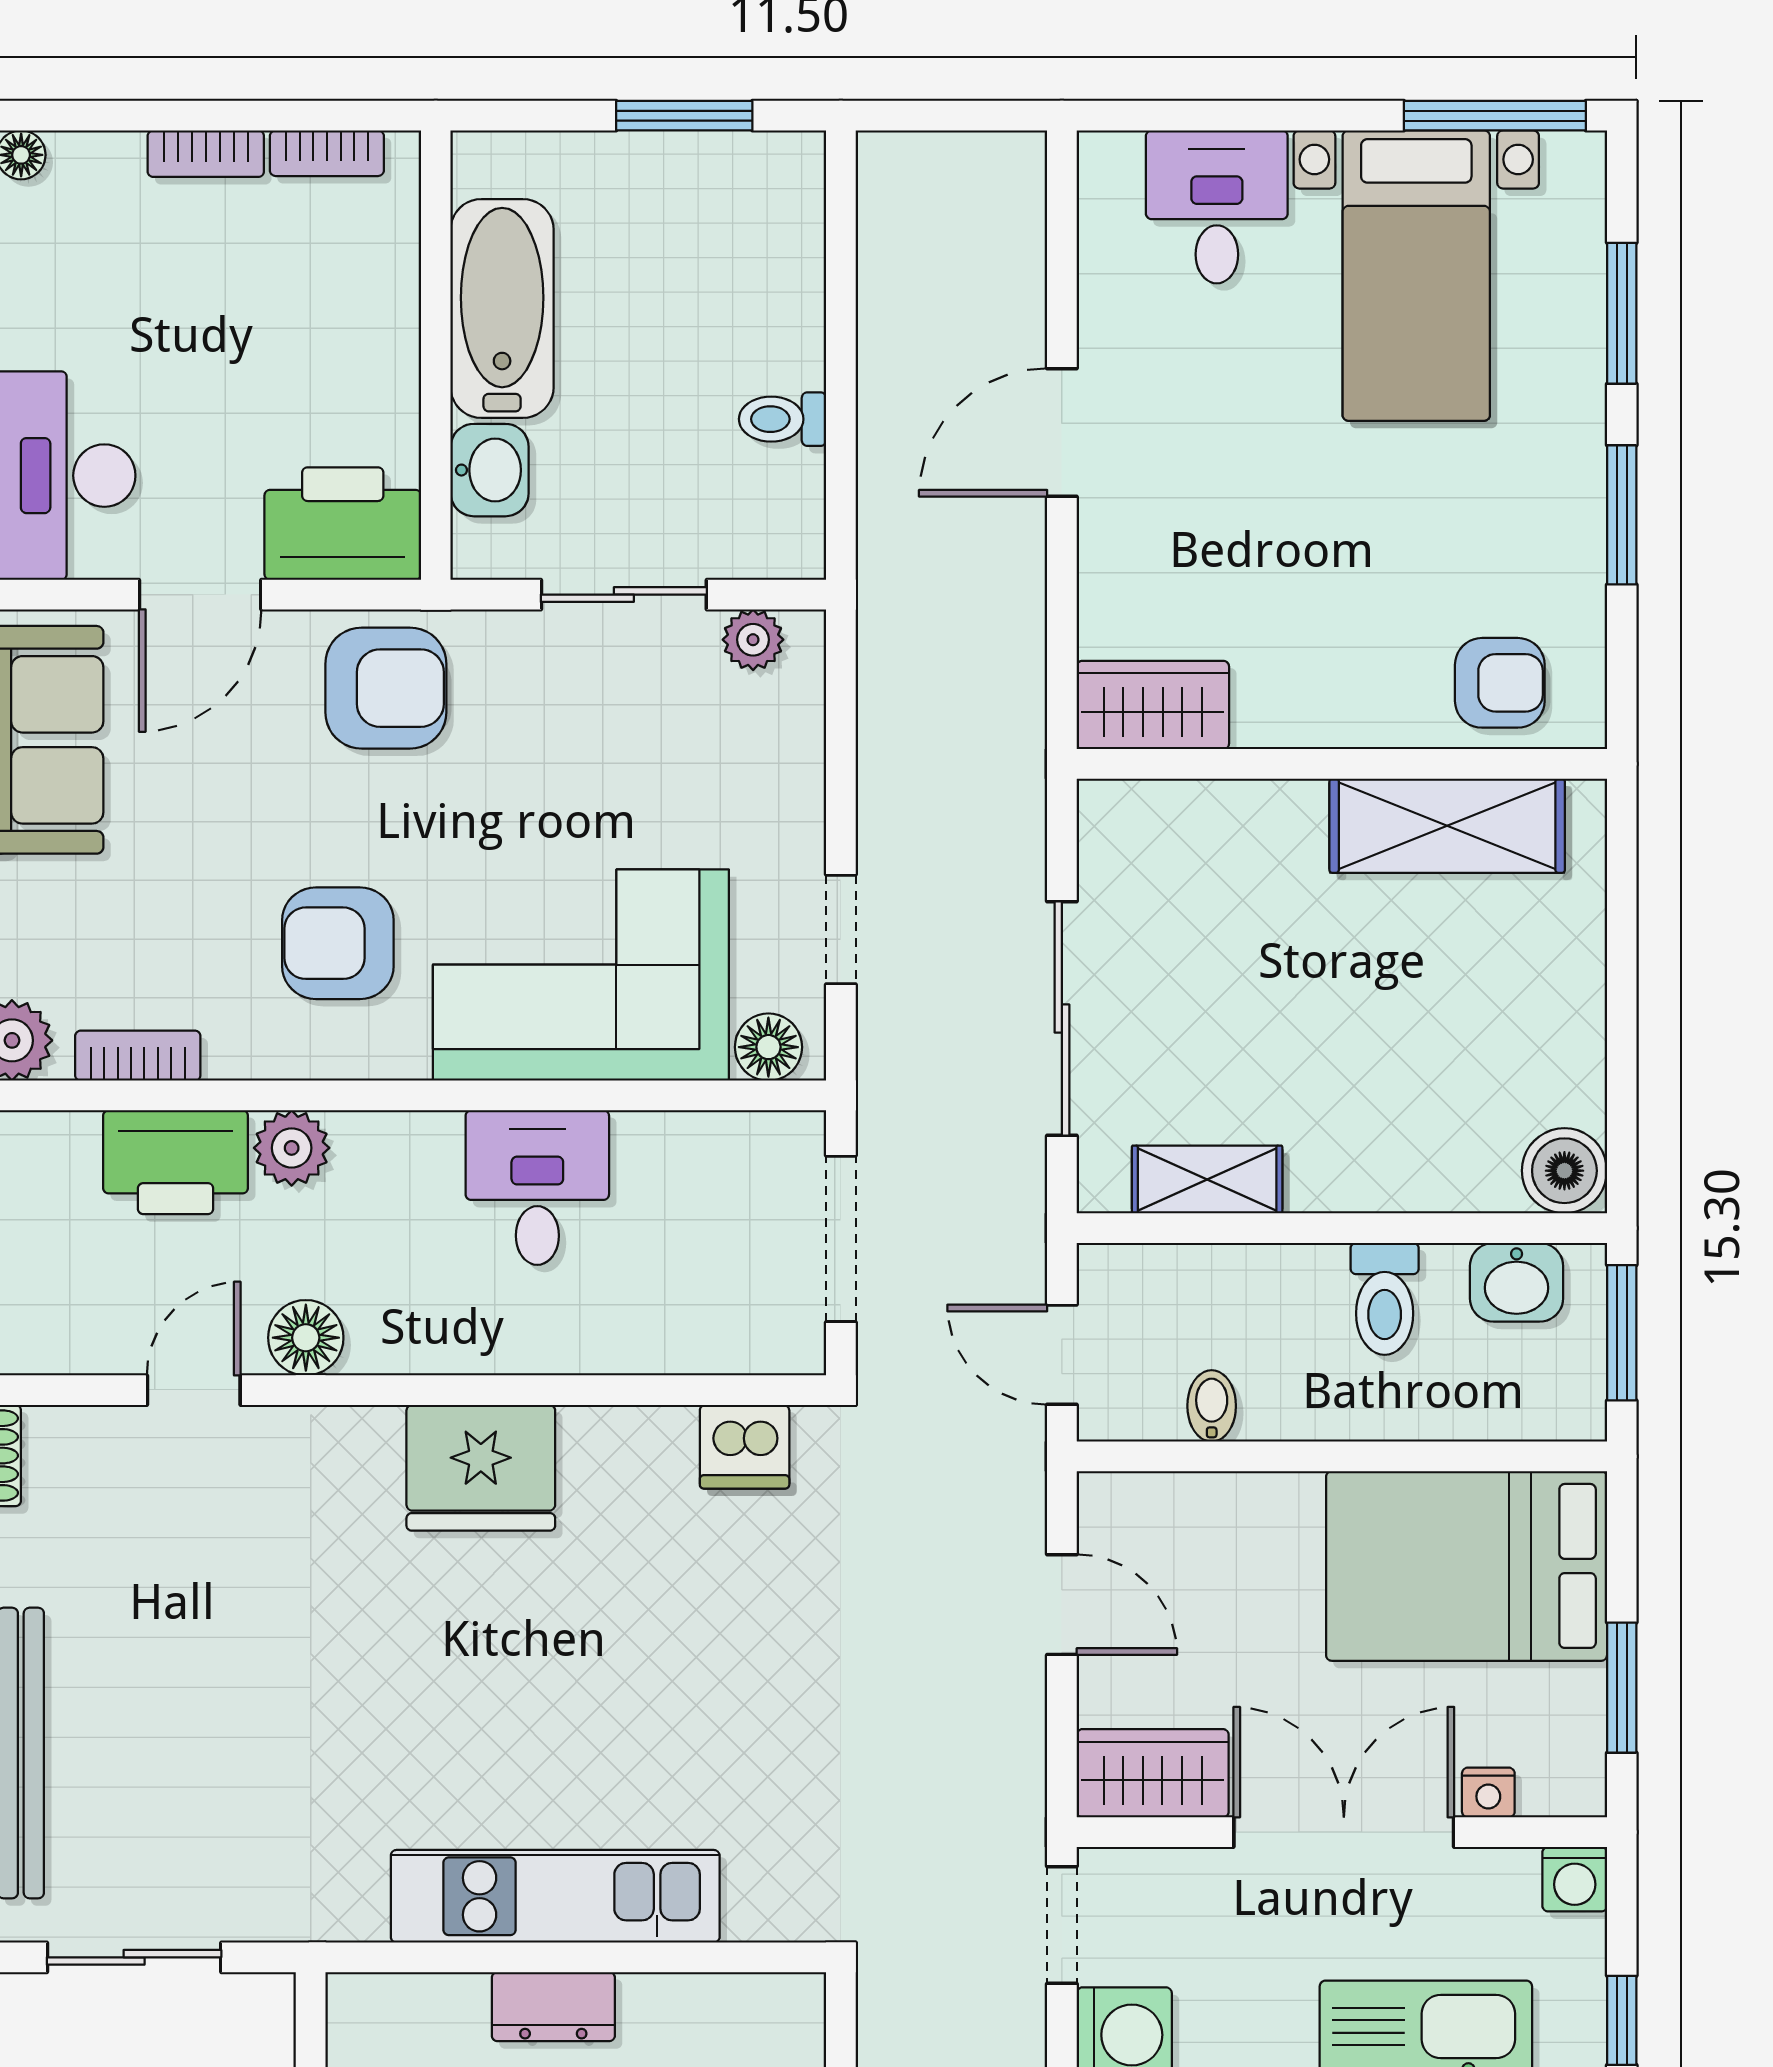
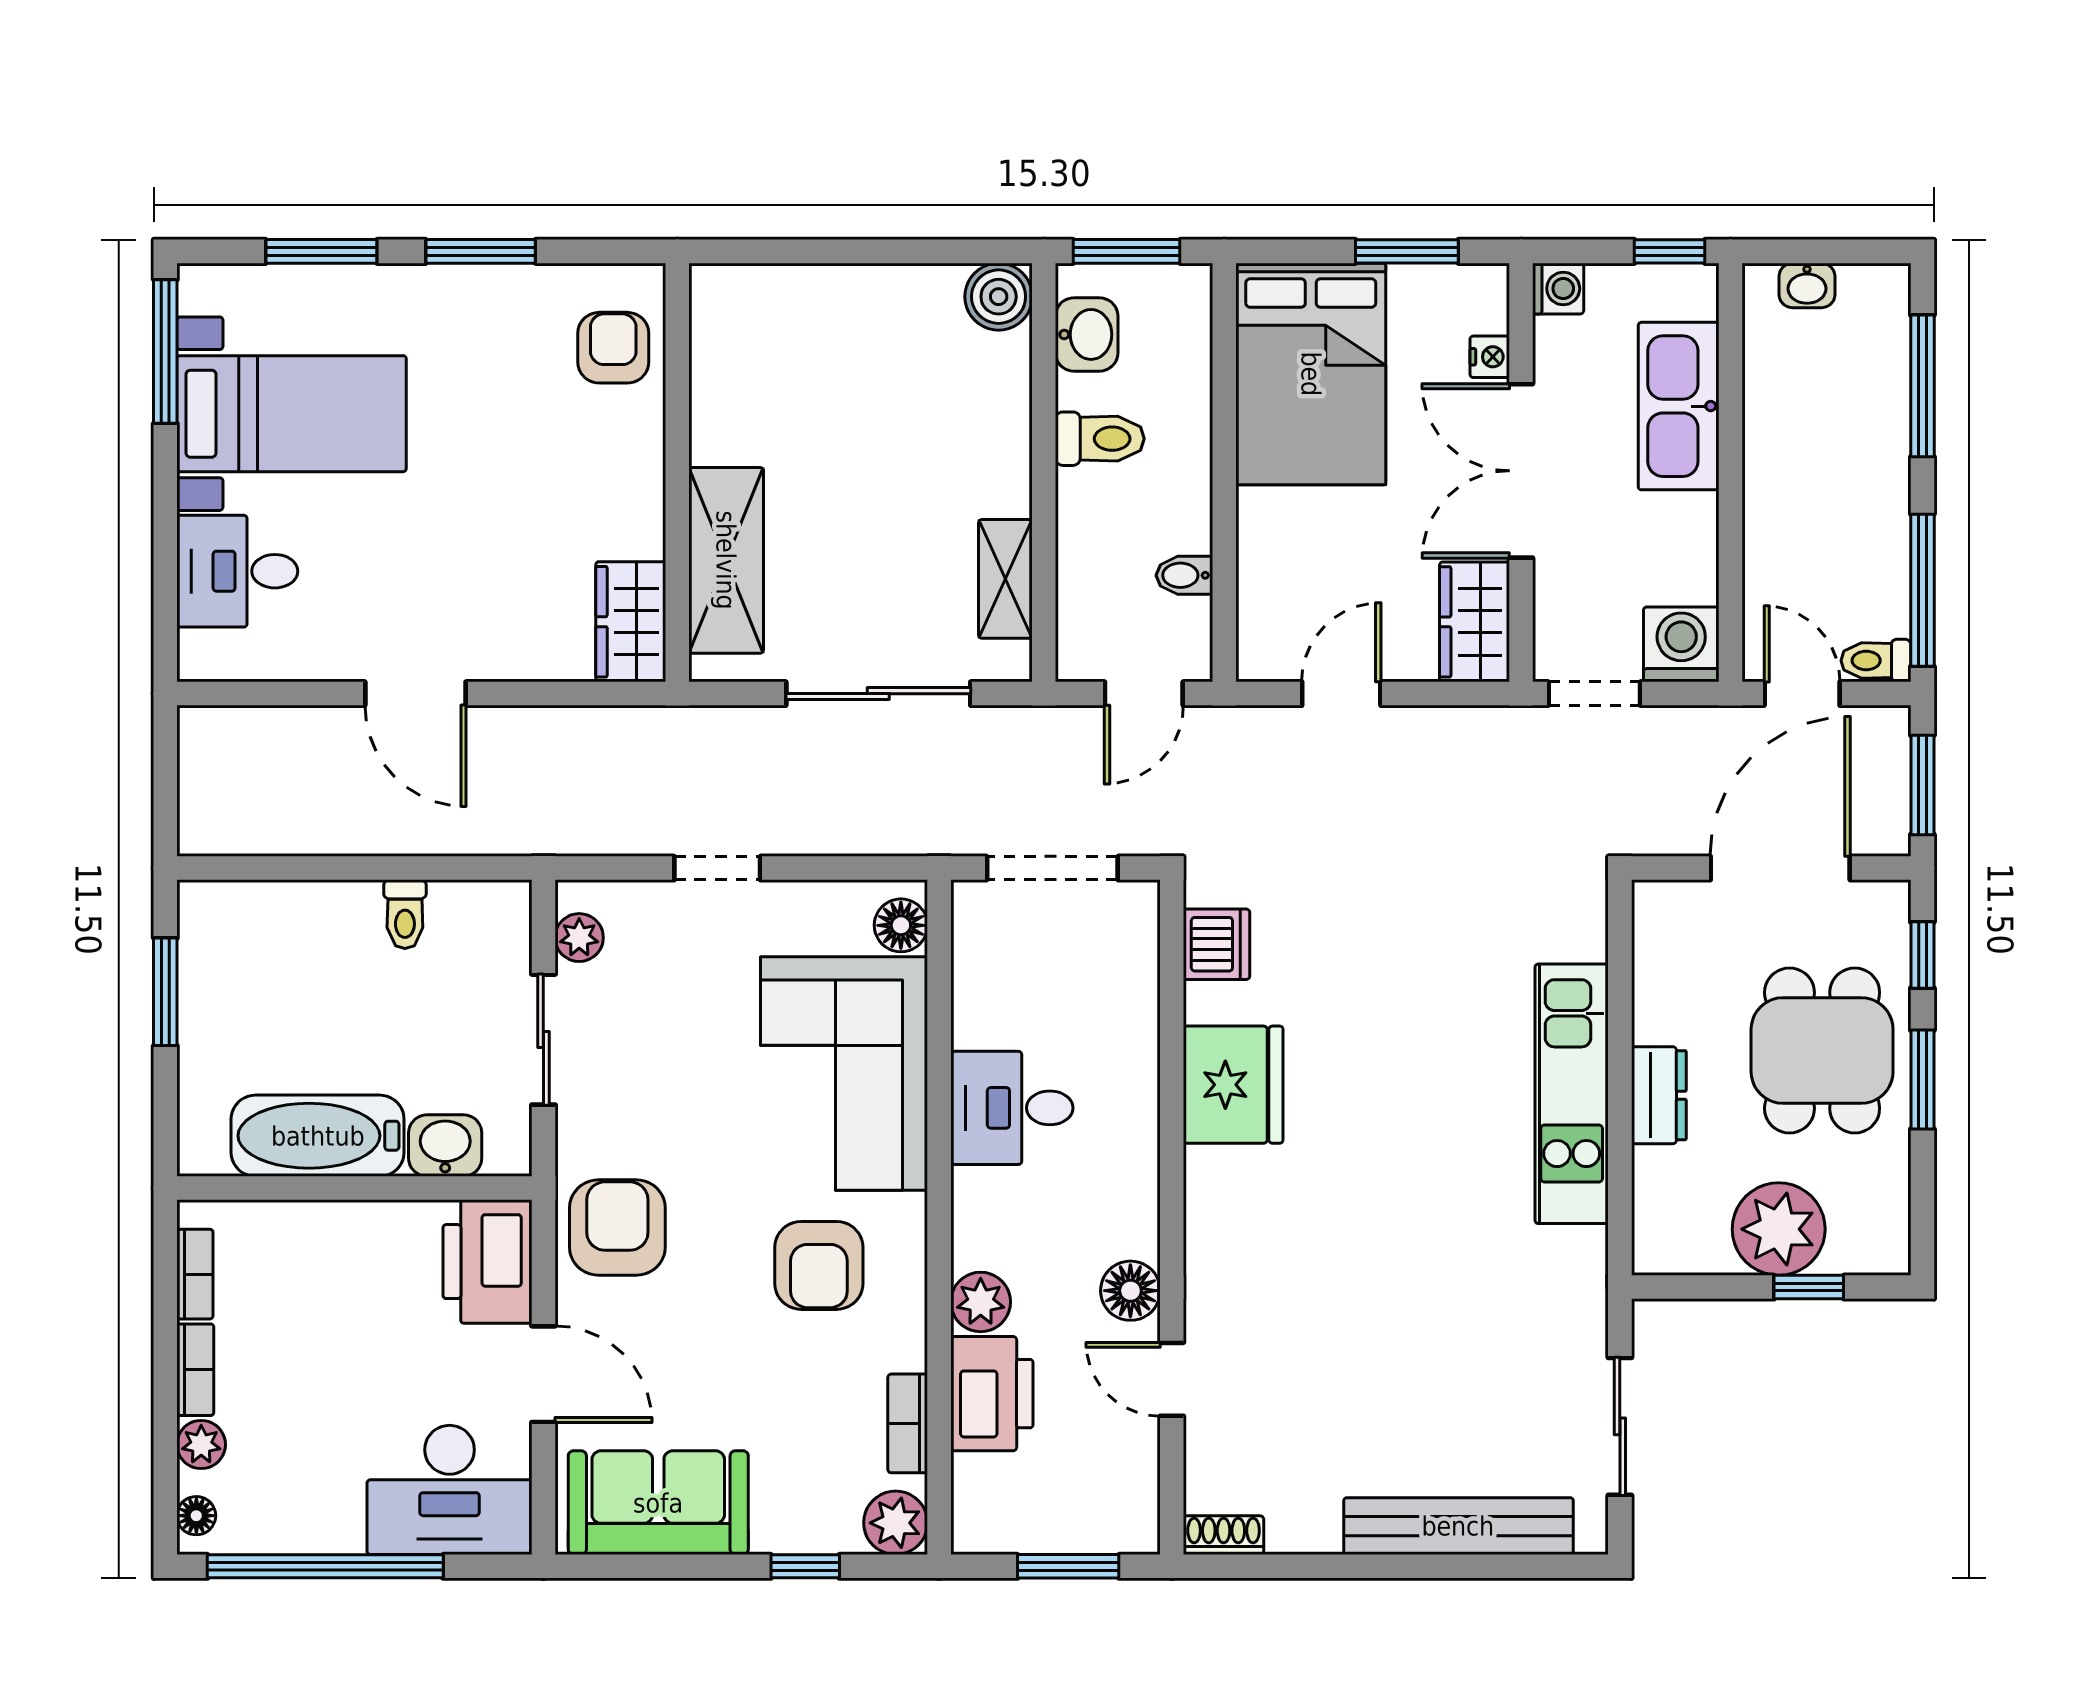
plant: (111, 161) -> (201, 1445), added
shelving: (1447, 826) -> (726, 560), moved
doorway: (841, 930) -> (717, 868), moved
fridge: (481, 1468) -> (1233, 1085), moved

